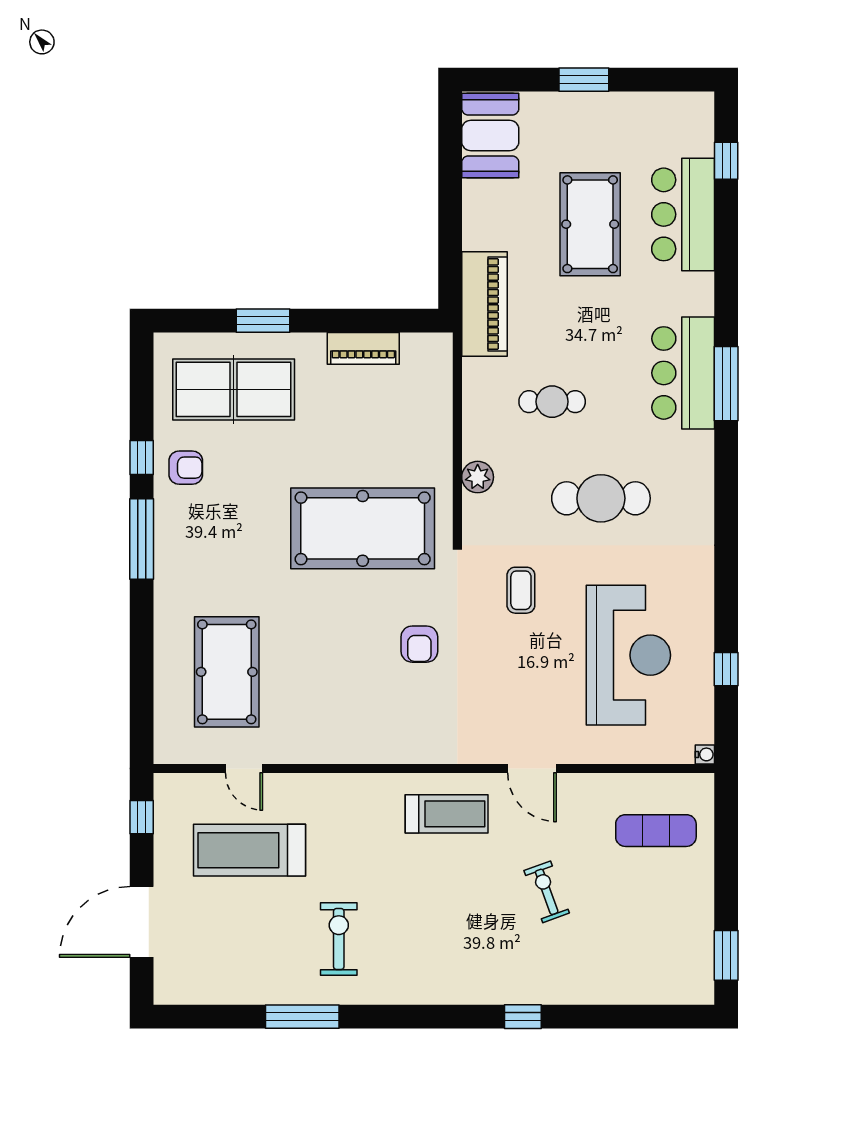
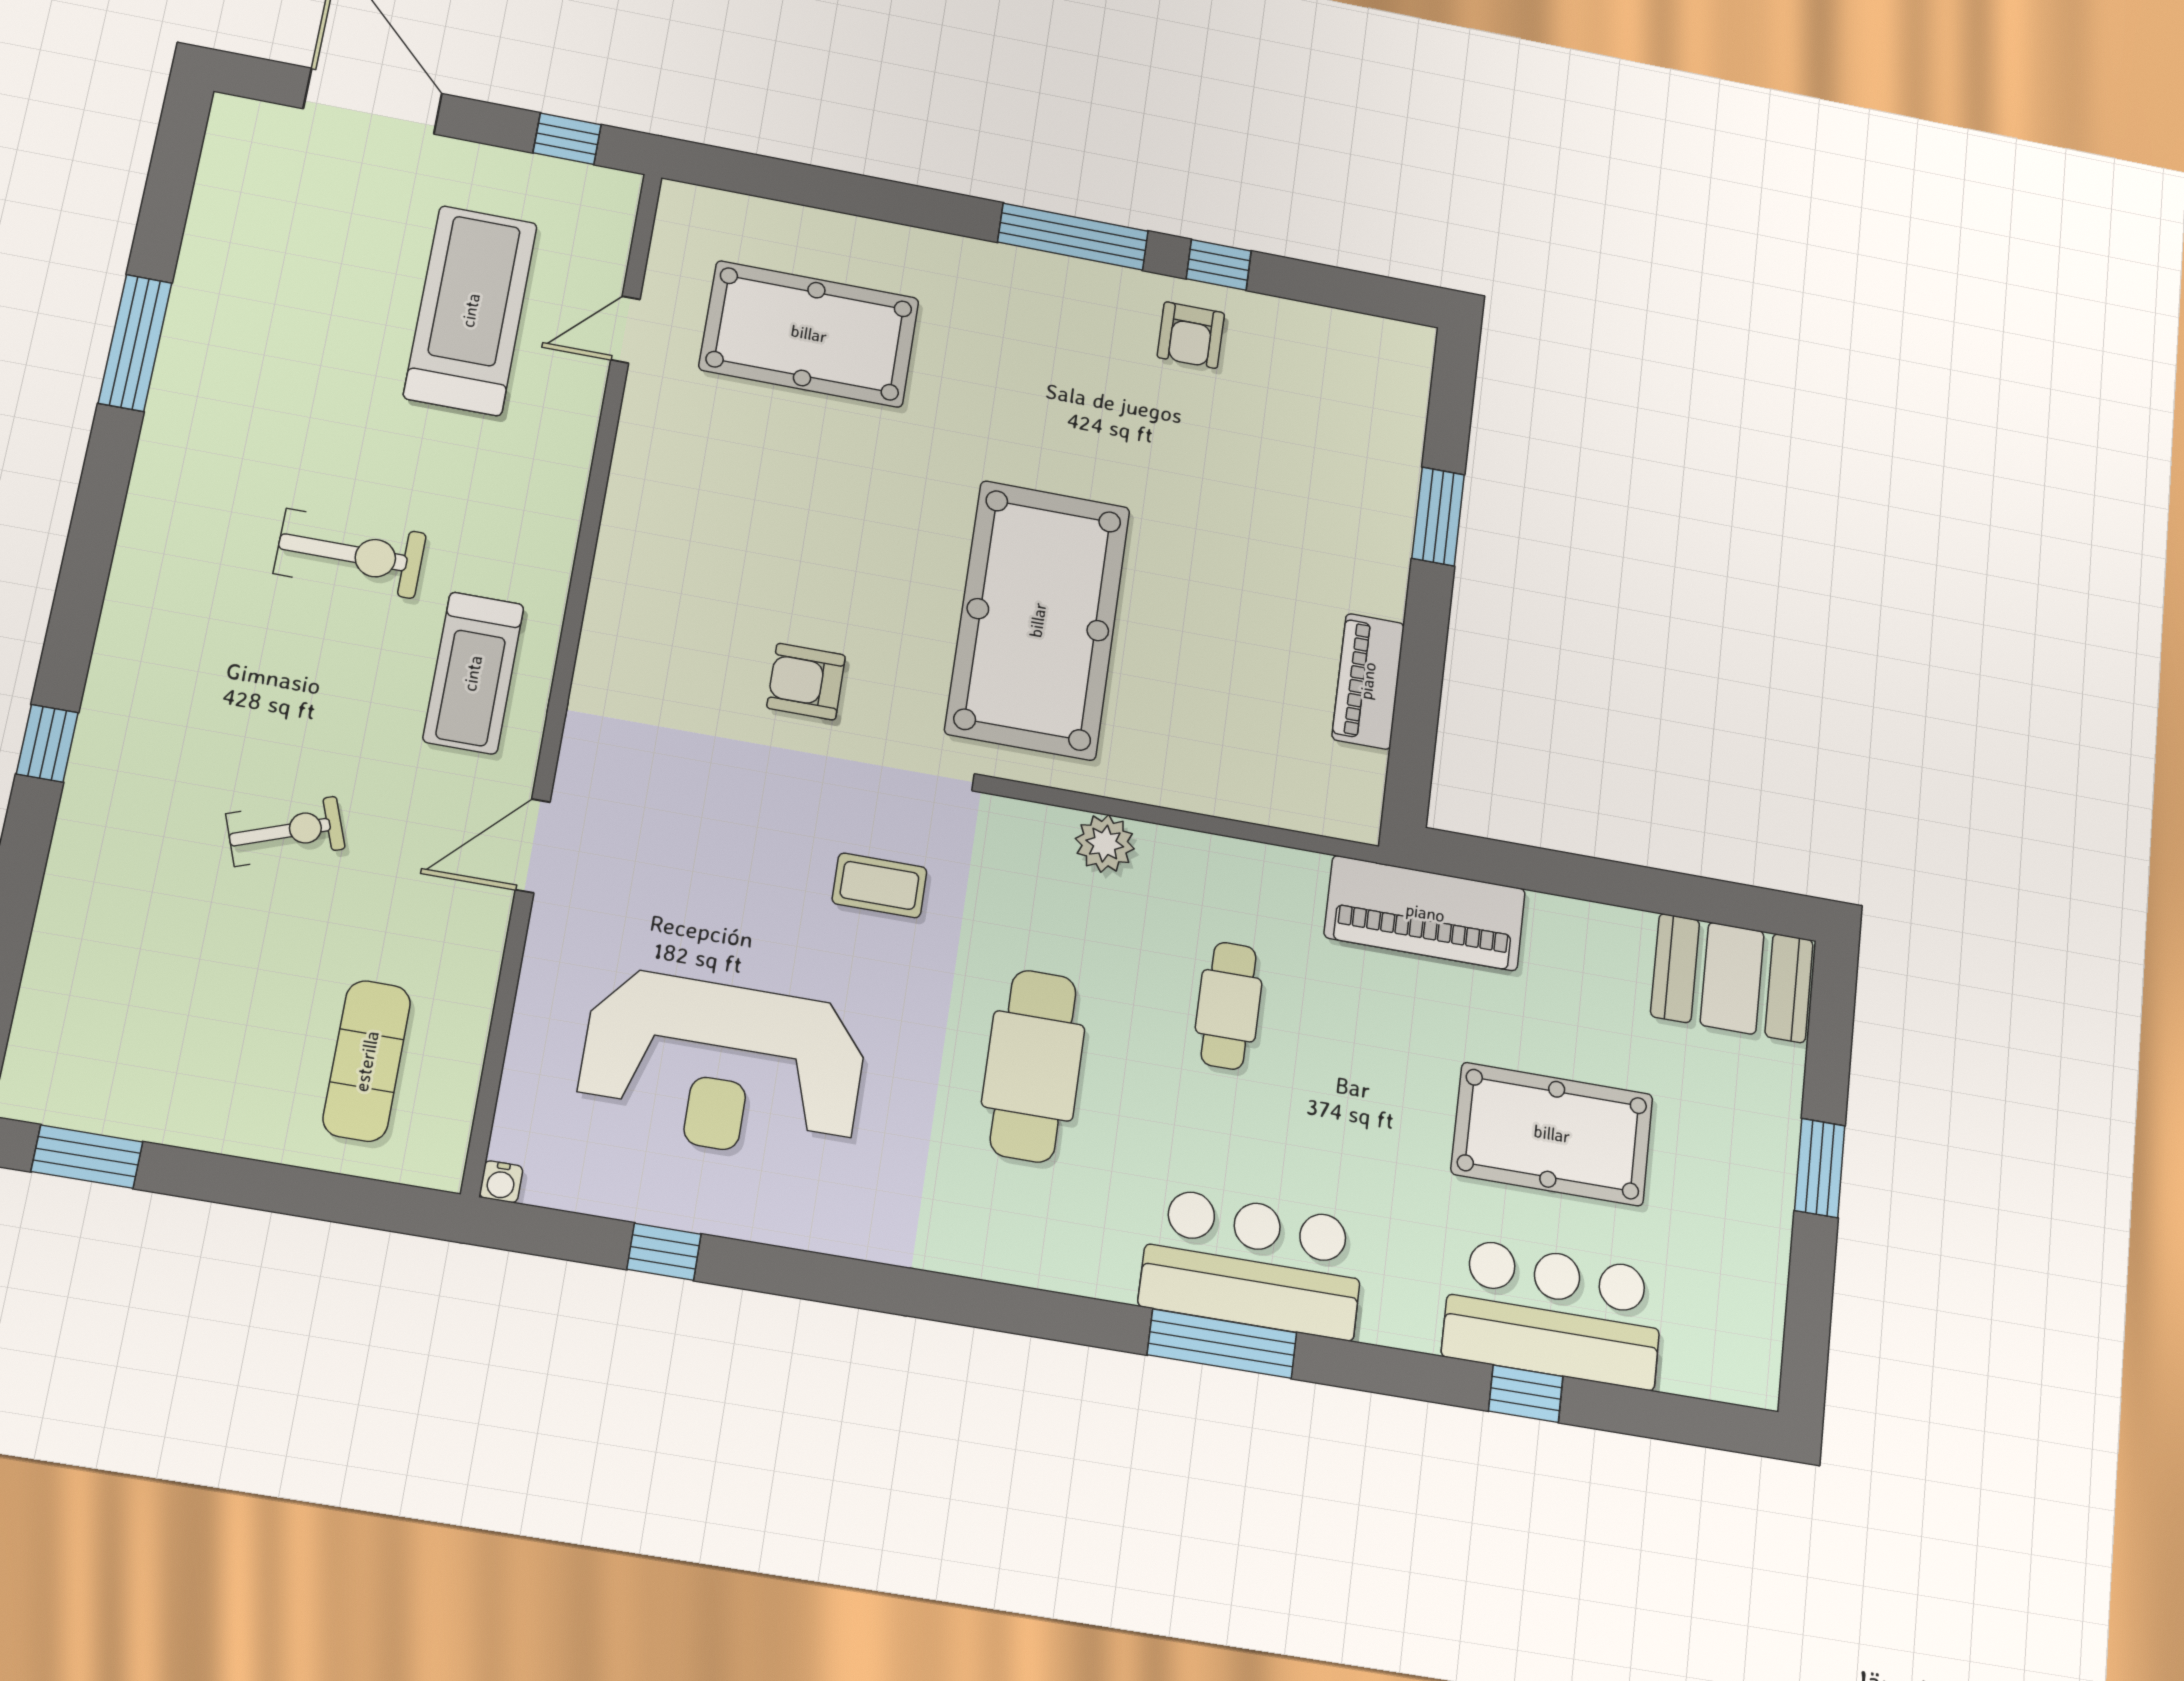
window: (726, 161) -> (1526, 1394), moved
table tennis table: (234, 389) -> (1321, 443), removed
exercise bike: (339, 939) -> (350, 554), moved

